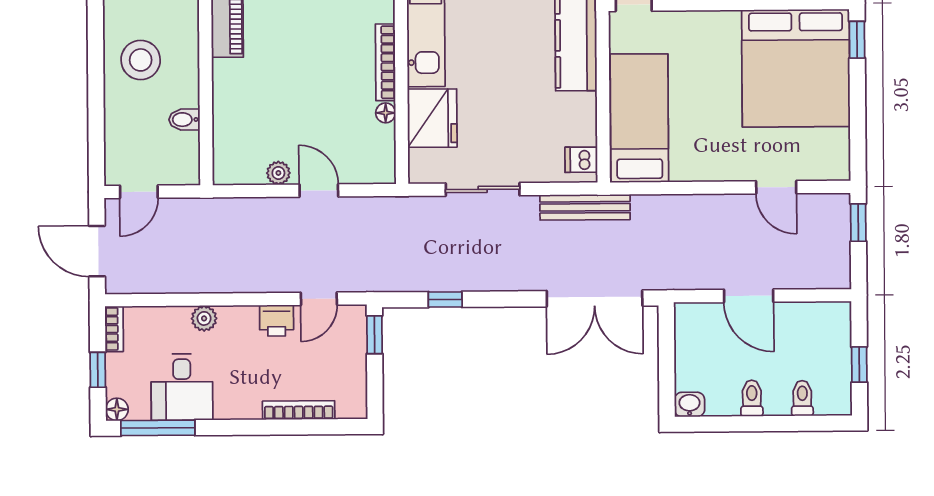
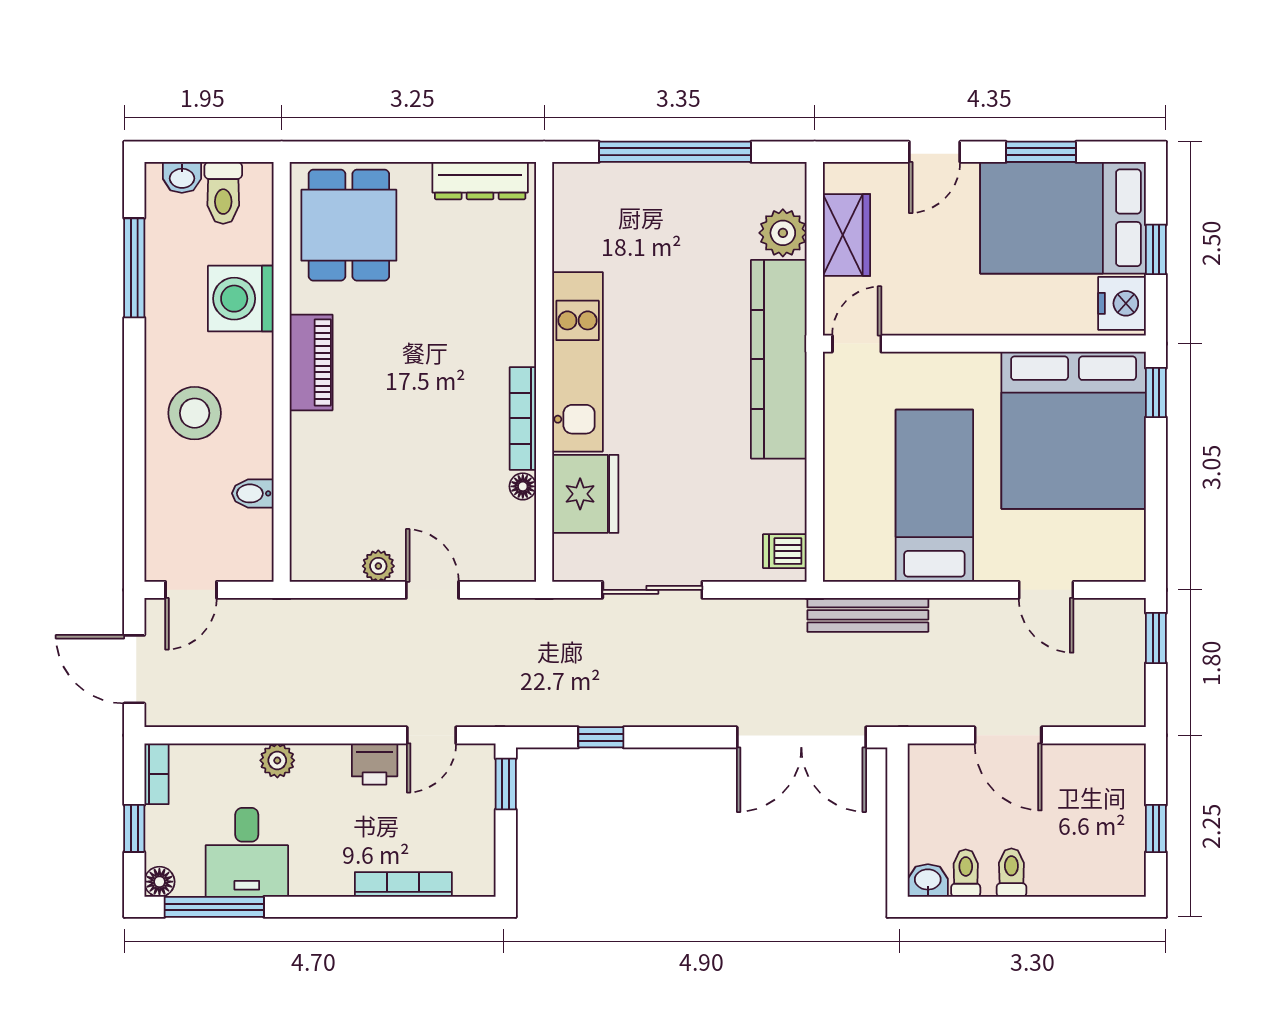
bed: (639, 118) -> (934, 496), moved
bench: (585, 207) -> (868, 615), moved
toilet: (802, 398) -> (966, 873), moved

